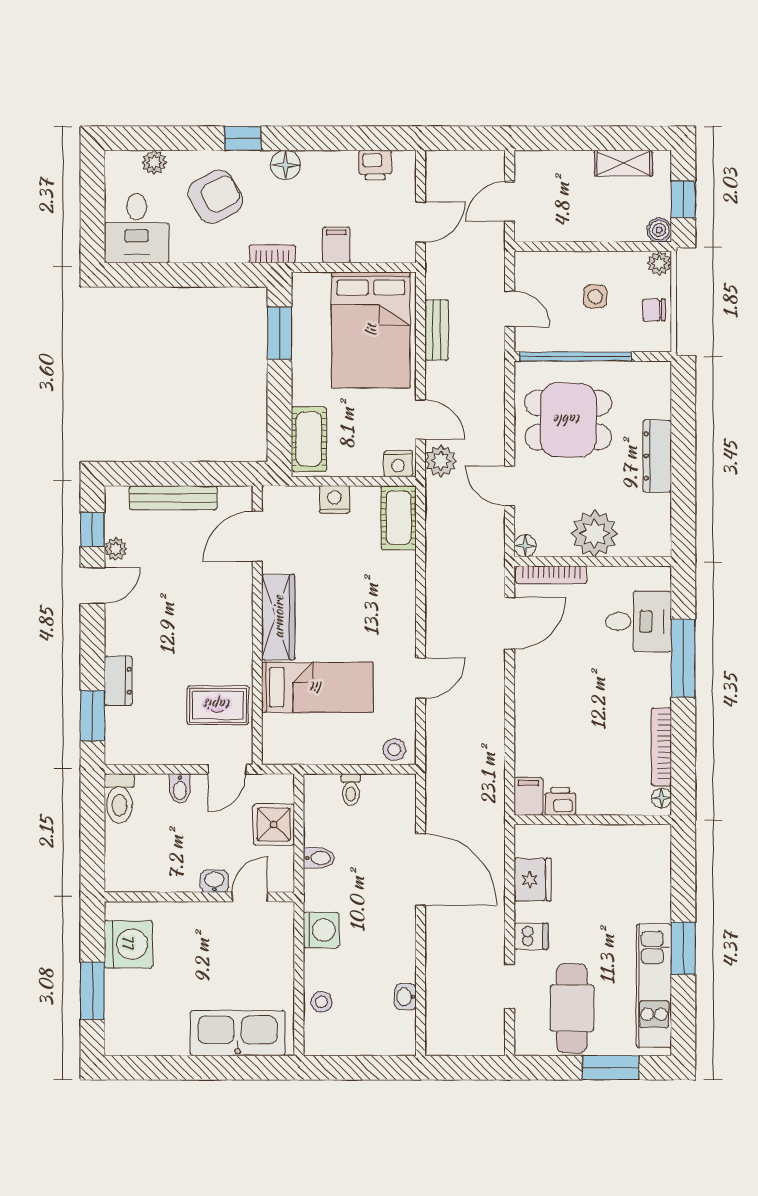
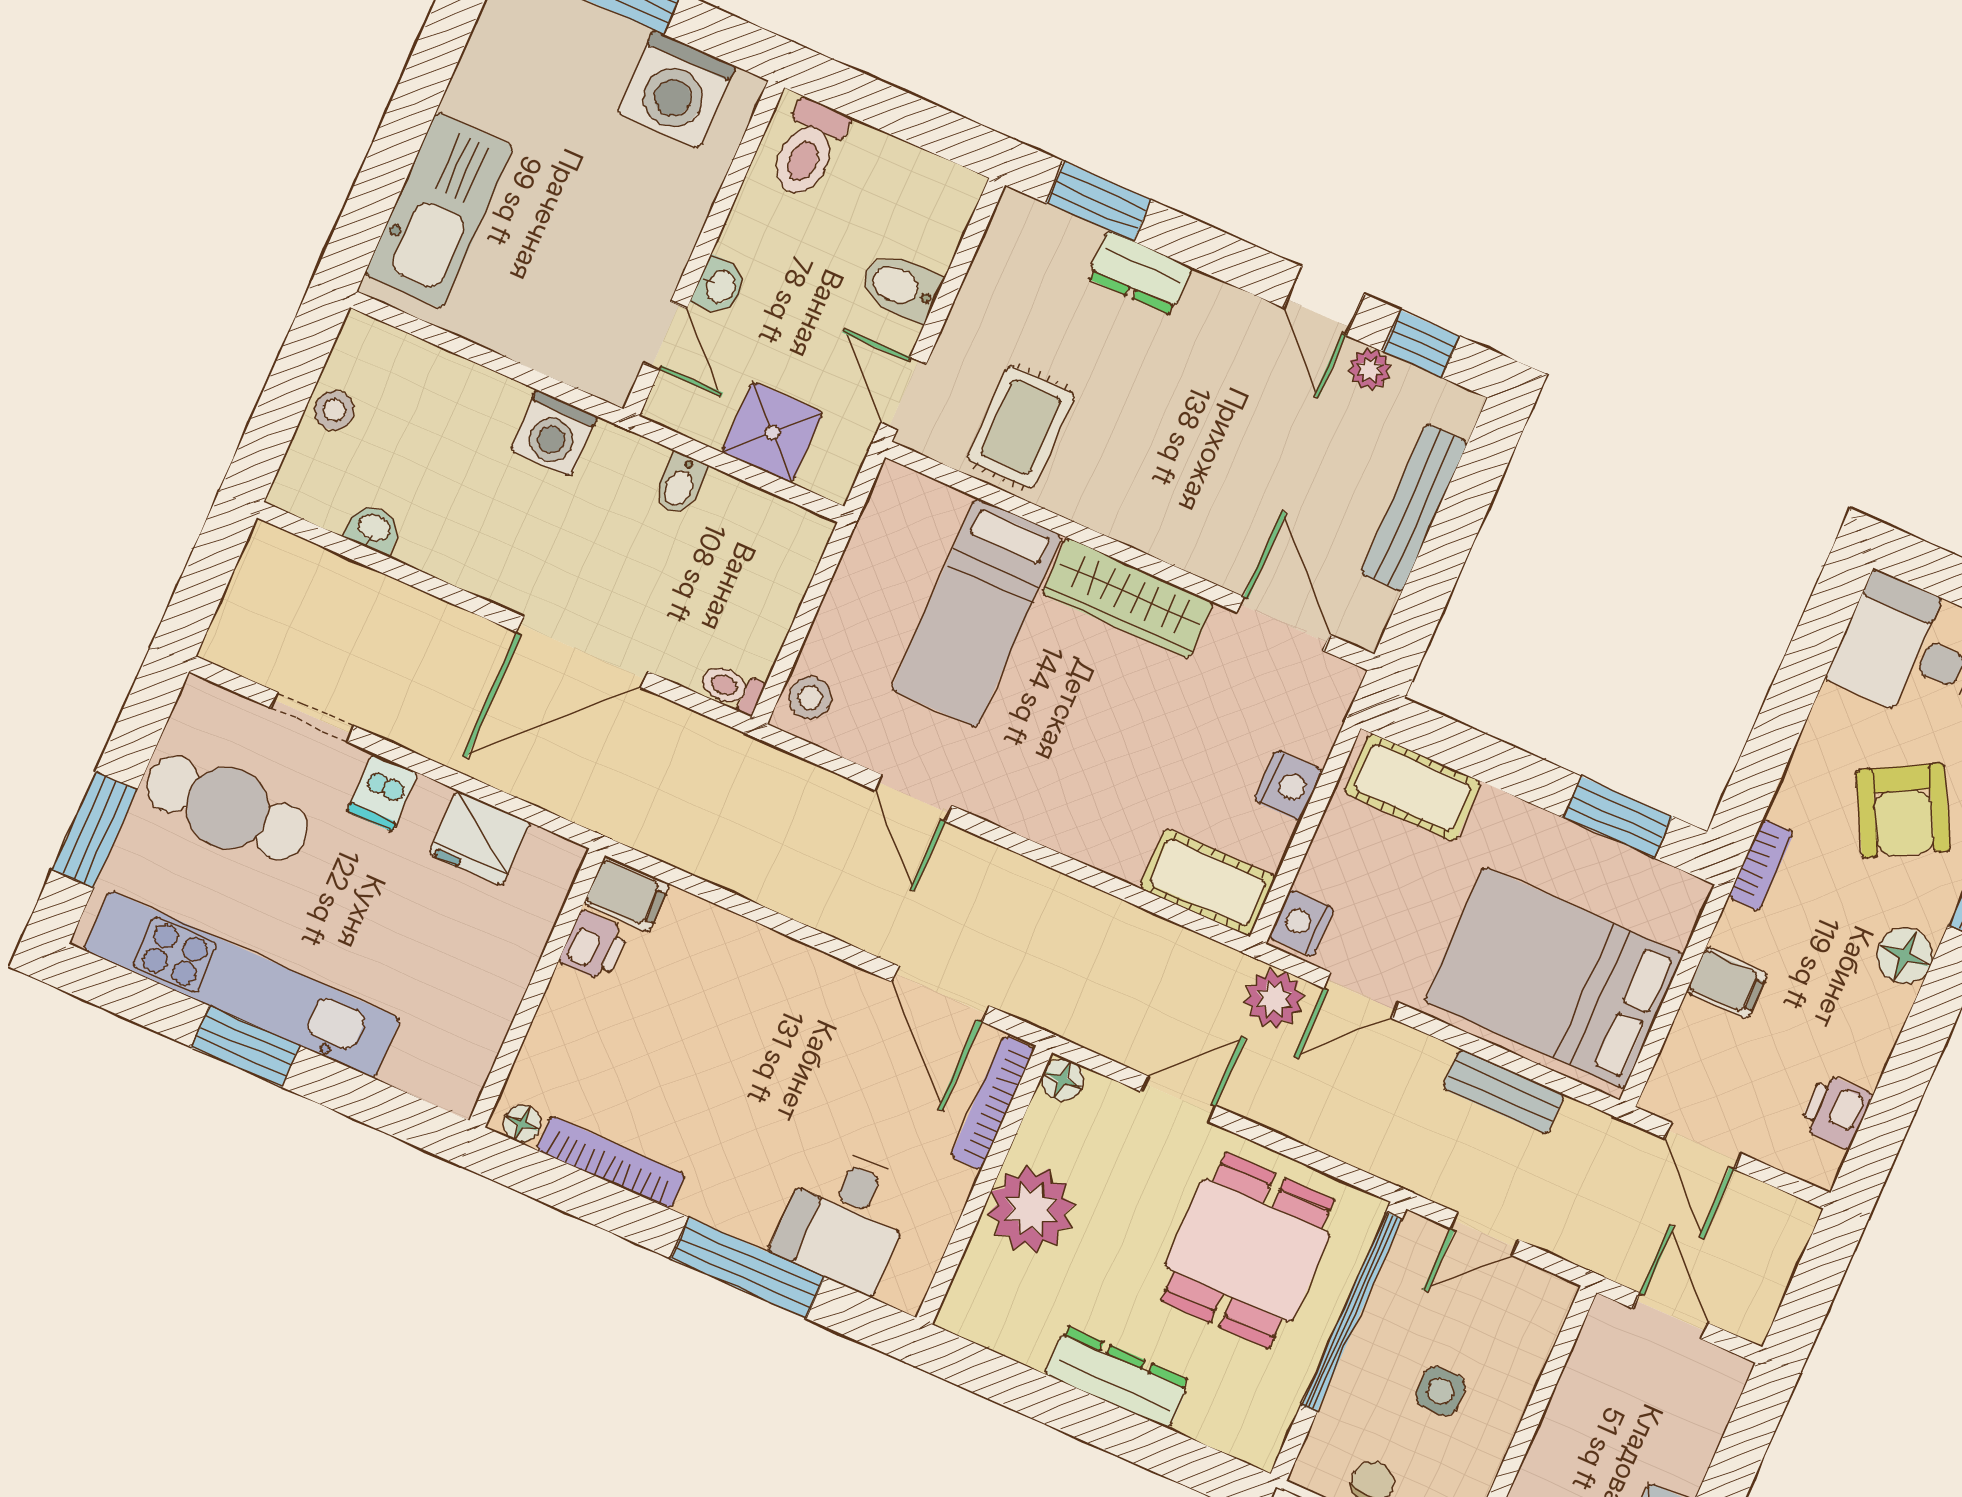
bidet: (180, 788) -> (900, 287), width x1.38, depth x1.36
toilet: (351, 790) -> (732, 688), moved
toilet: (119, 798) -> (808, 149), moved, turned -90
kitchen unit: (654, 986) -> (242, 984), width x1.36
stool: (322, 1002) -> (334, 410), moved

